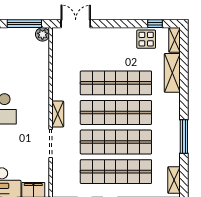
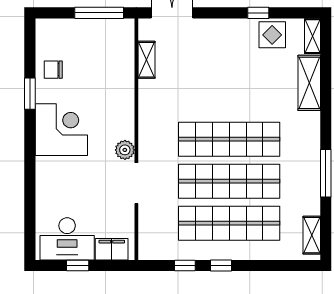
window: (155, 24) -> (258, 13), moved
plant: (42, 34) -> (125, 150), moved
shop shelf: (116, 83) -> (229, 97), removed
shelving: (58, 114) -> (146, 60), moved

